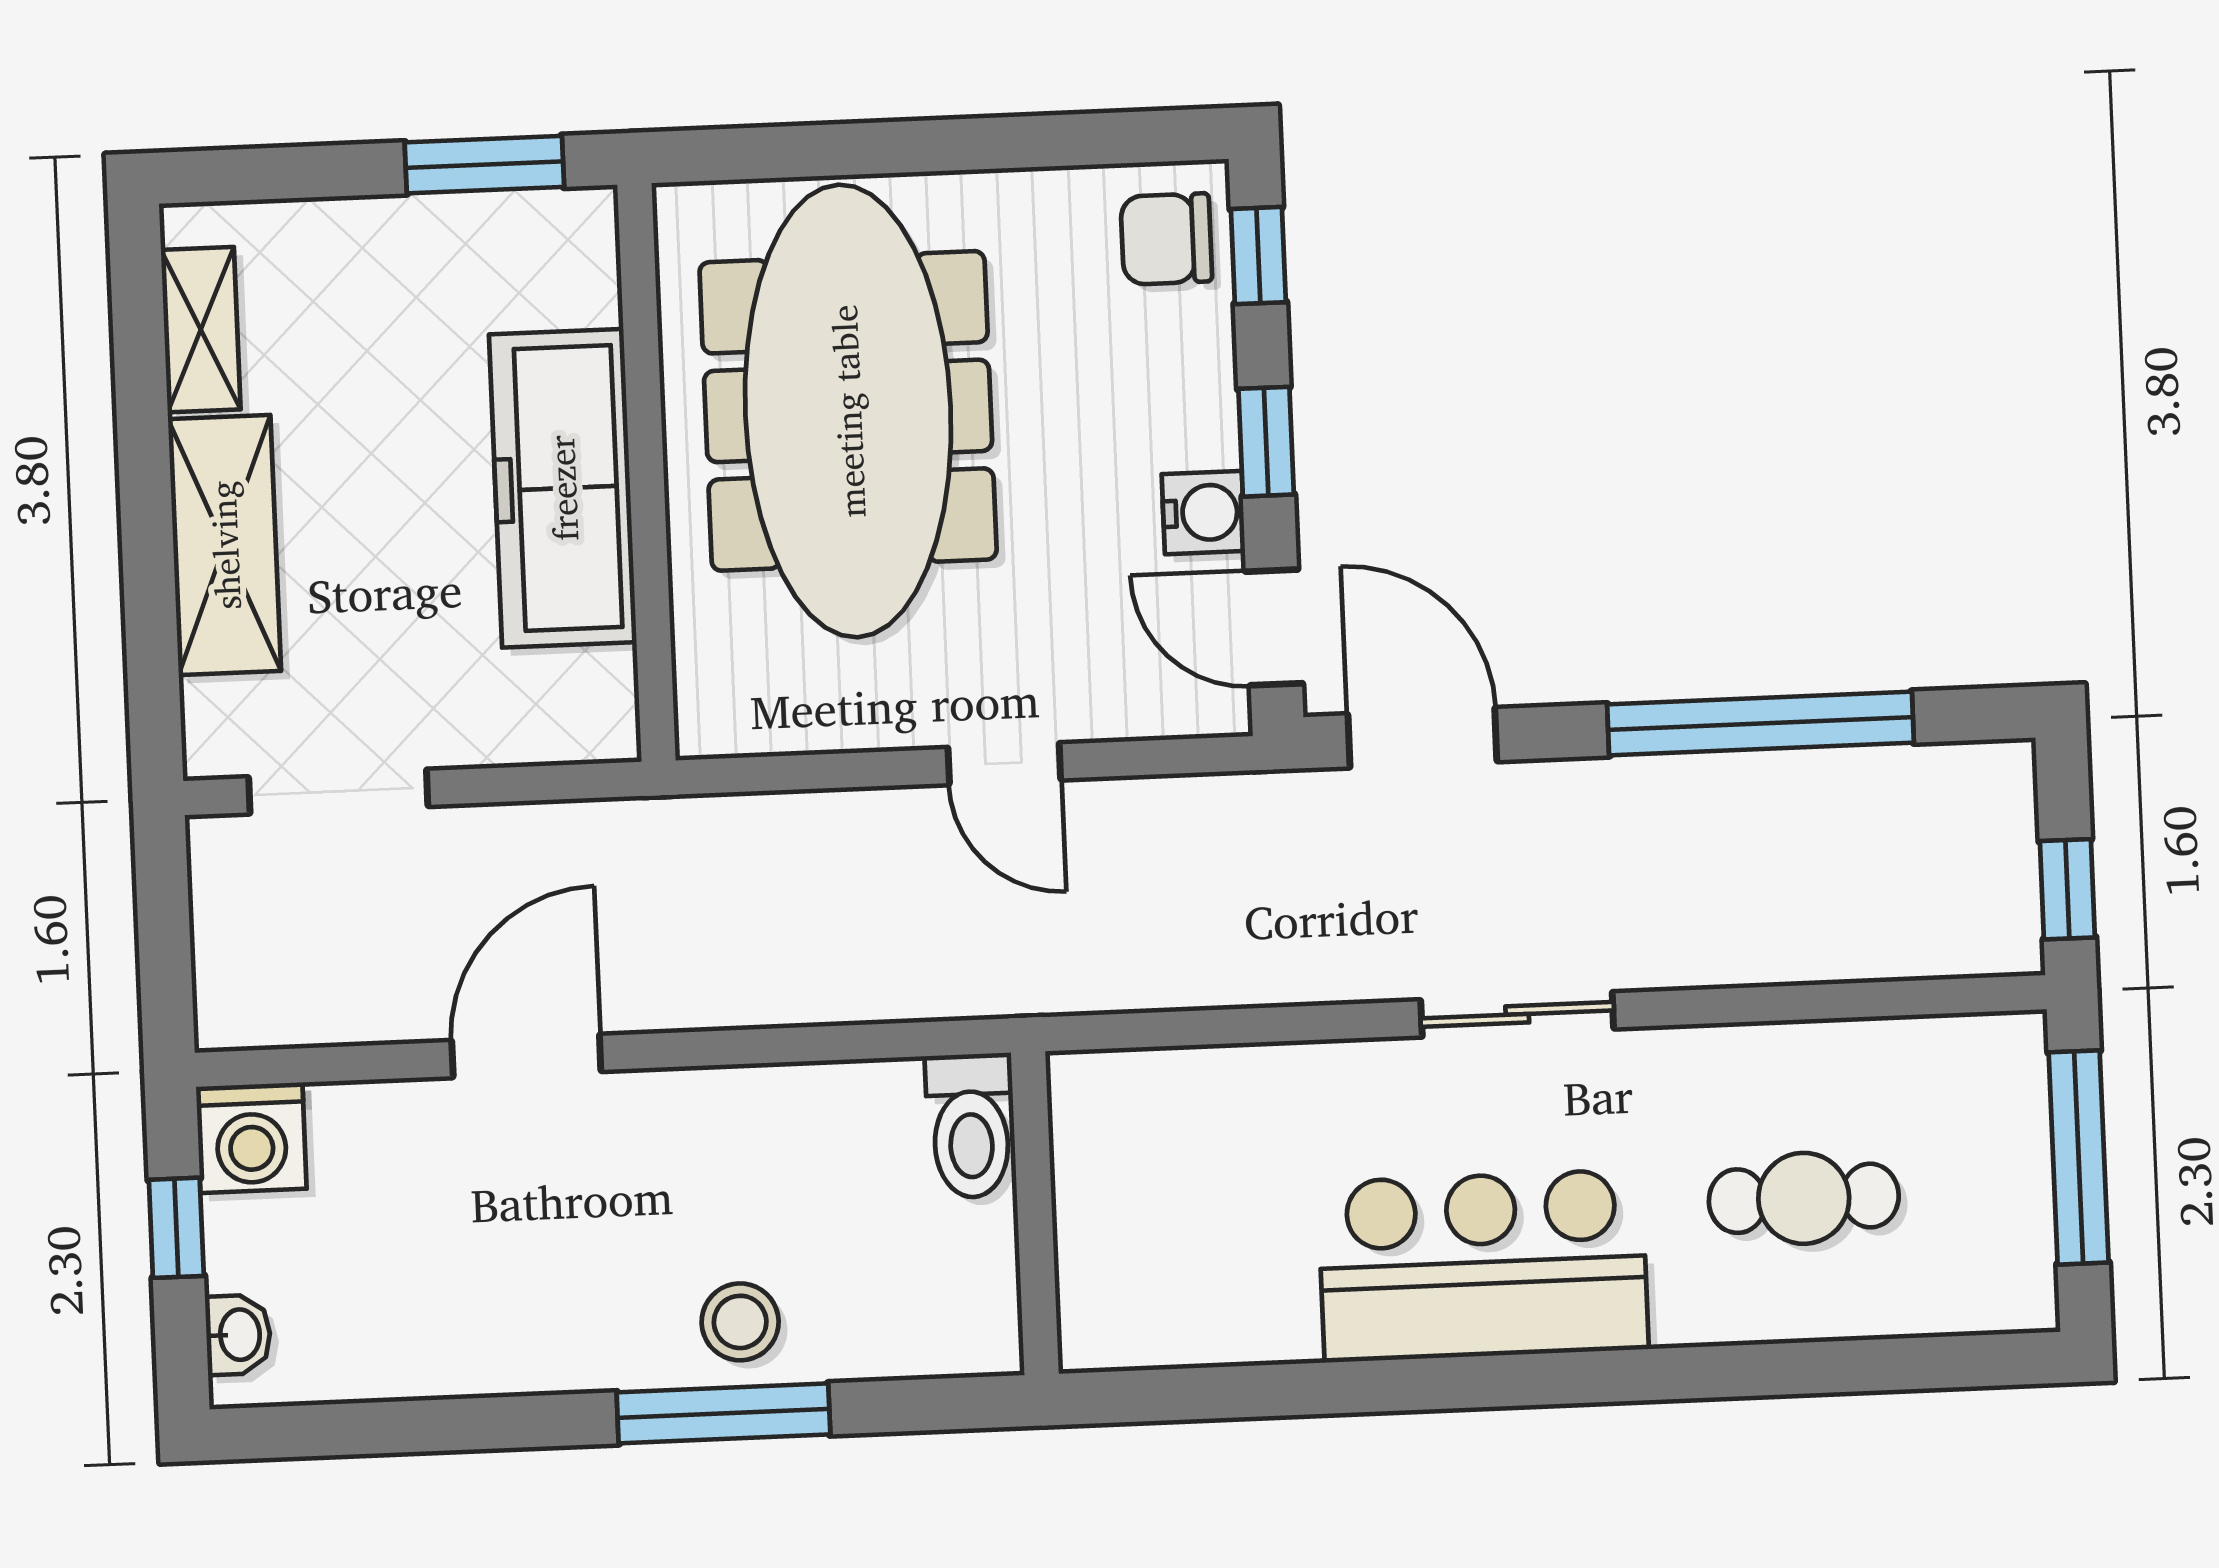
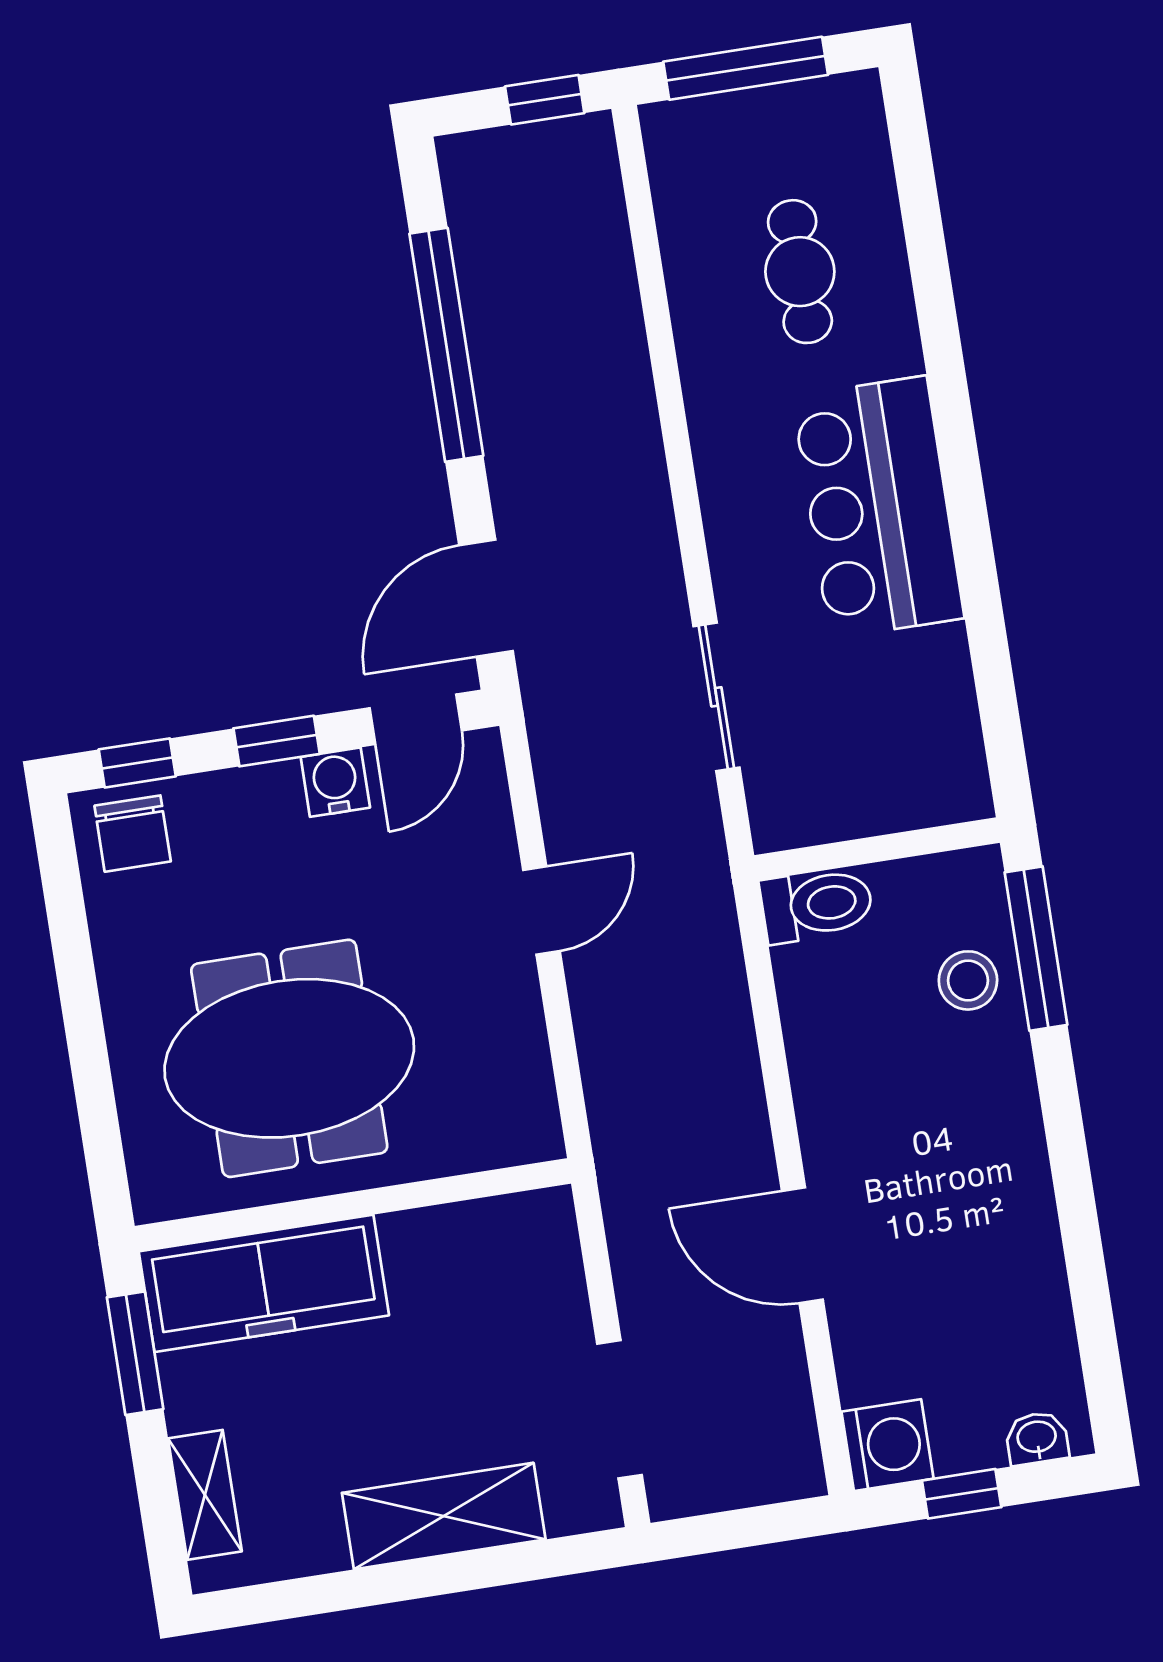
shelving: (201, 330) -> (205, 1495), moved, turned 90
meeting table: (848, 411) -> (289, 1058), width x0.73
freezer: (563, 488) -> (264, 1283), moved
sliding door: (1517, 1014) -> (716, 697), moved
stool: (740, 1322) -> (968, 980), moved
window: (723, 1413) -> (1036, 949), moved

